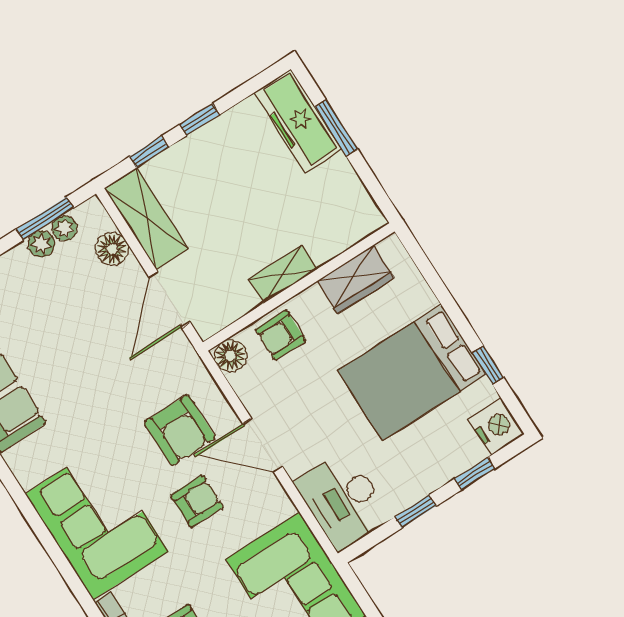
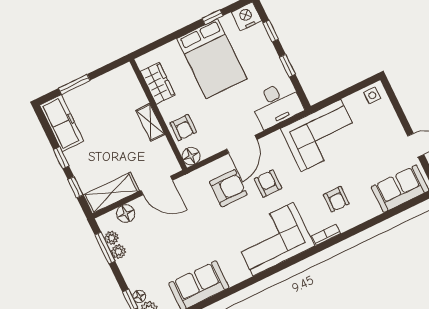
freezer: (298, 121) -> (62, 123), moved, turned -90

